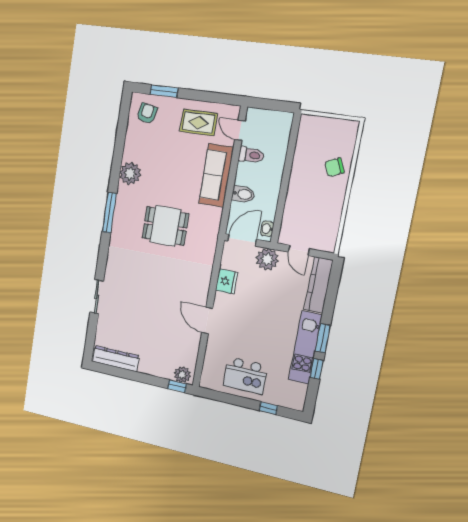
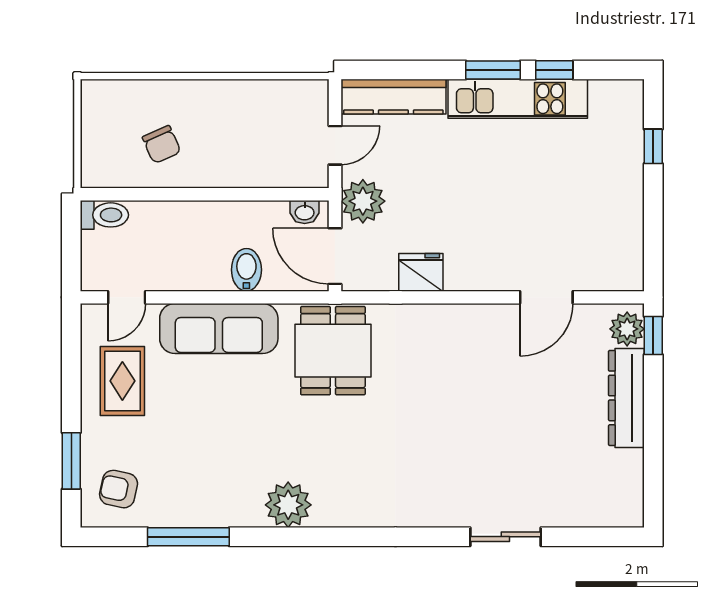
toilet: (251, 155) -> (104, 215), moved, turned 90
chair: (334, 167) -> (162, 144), moved
plant: (130, 174) -> (288, 505), moved
window: (109, 213) -> (188, 537), moved
dining table: (165, 226) -> (333, 351), moved
door: (207, 320) -> (546, 297), moved
dresser: (116, 359) -> (626, 398), moved
kitchen island: (245, 376) -> (599, 203), removed

